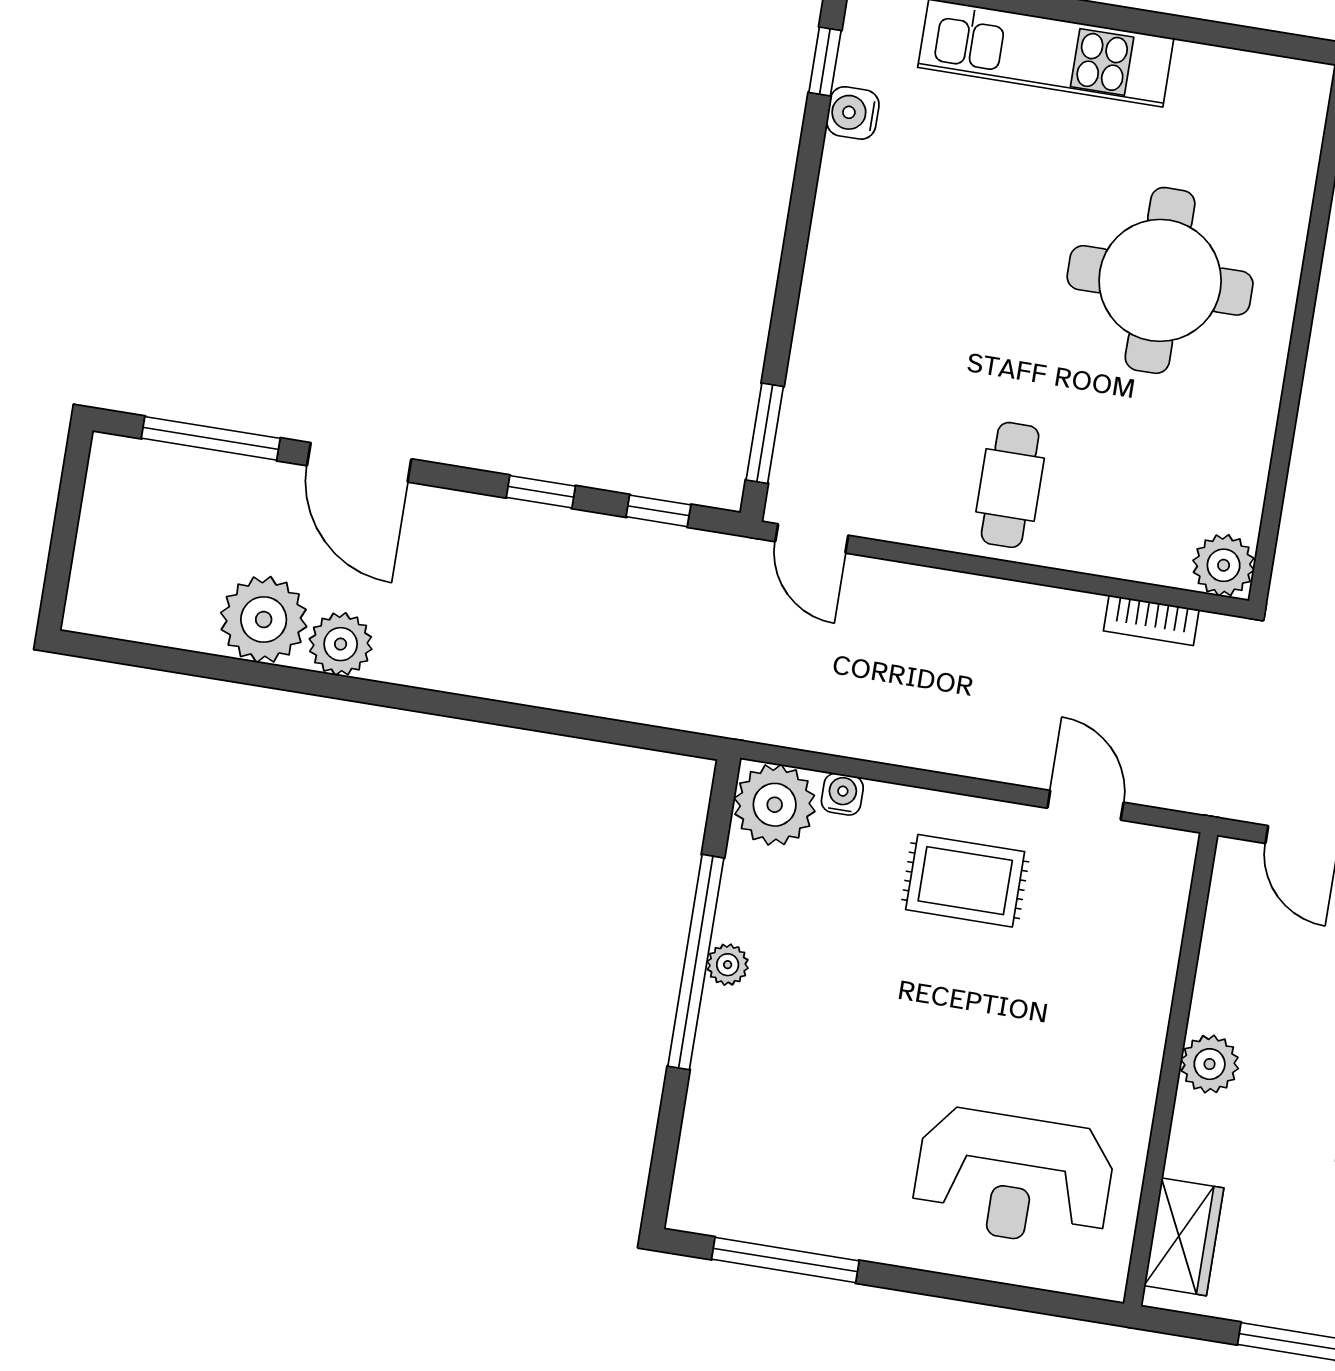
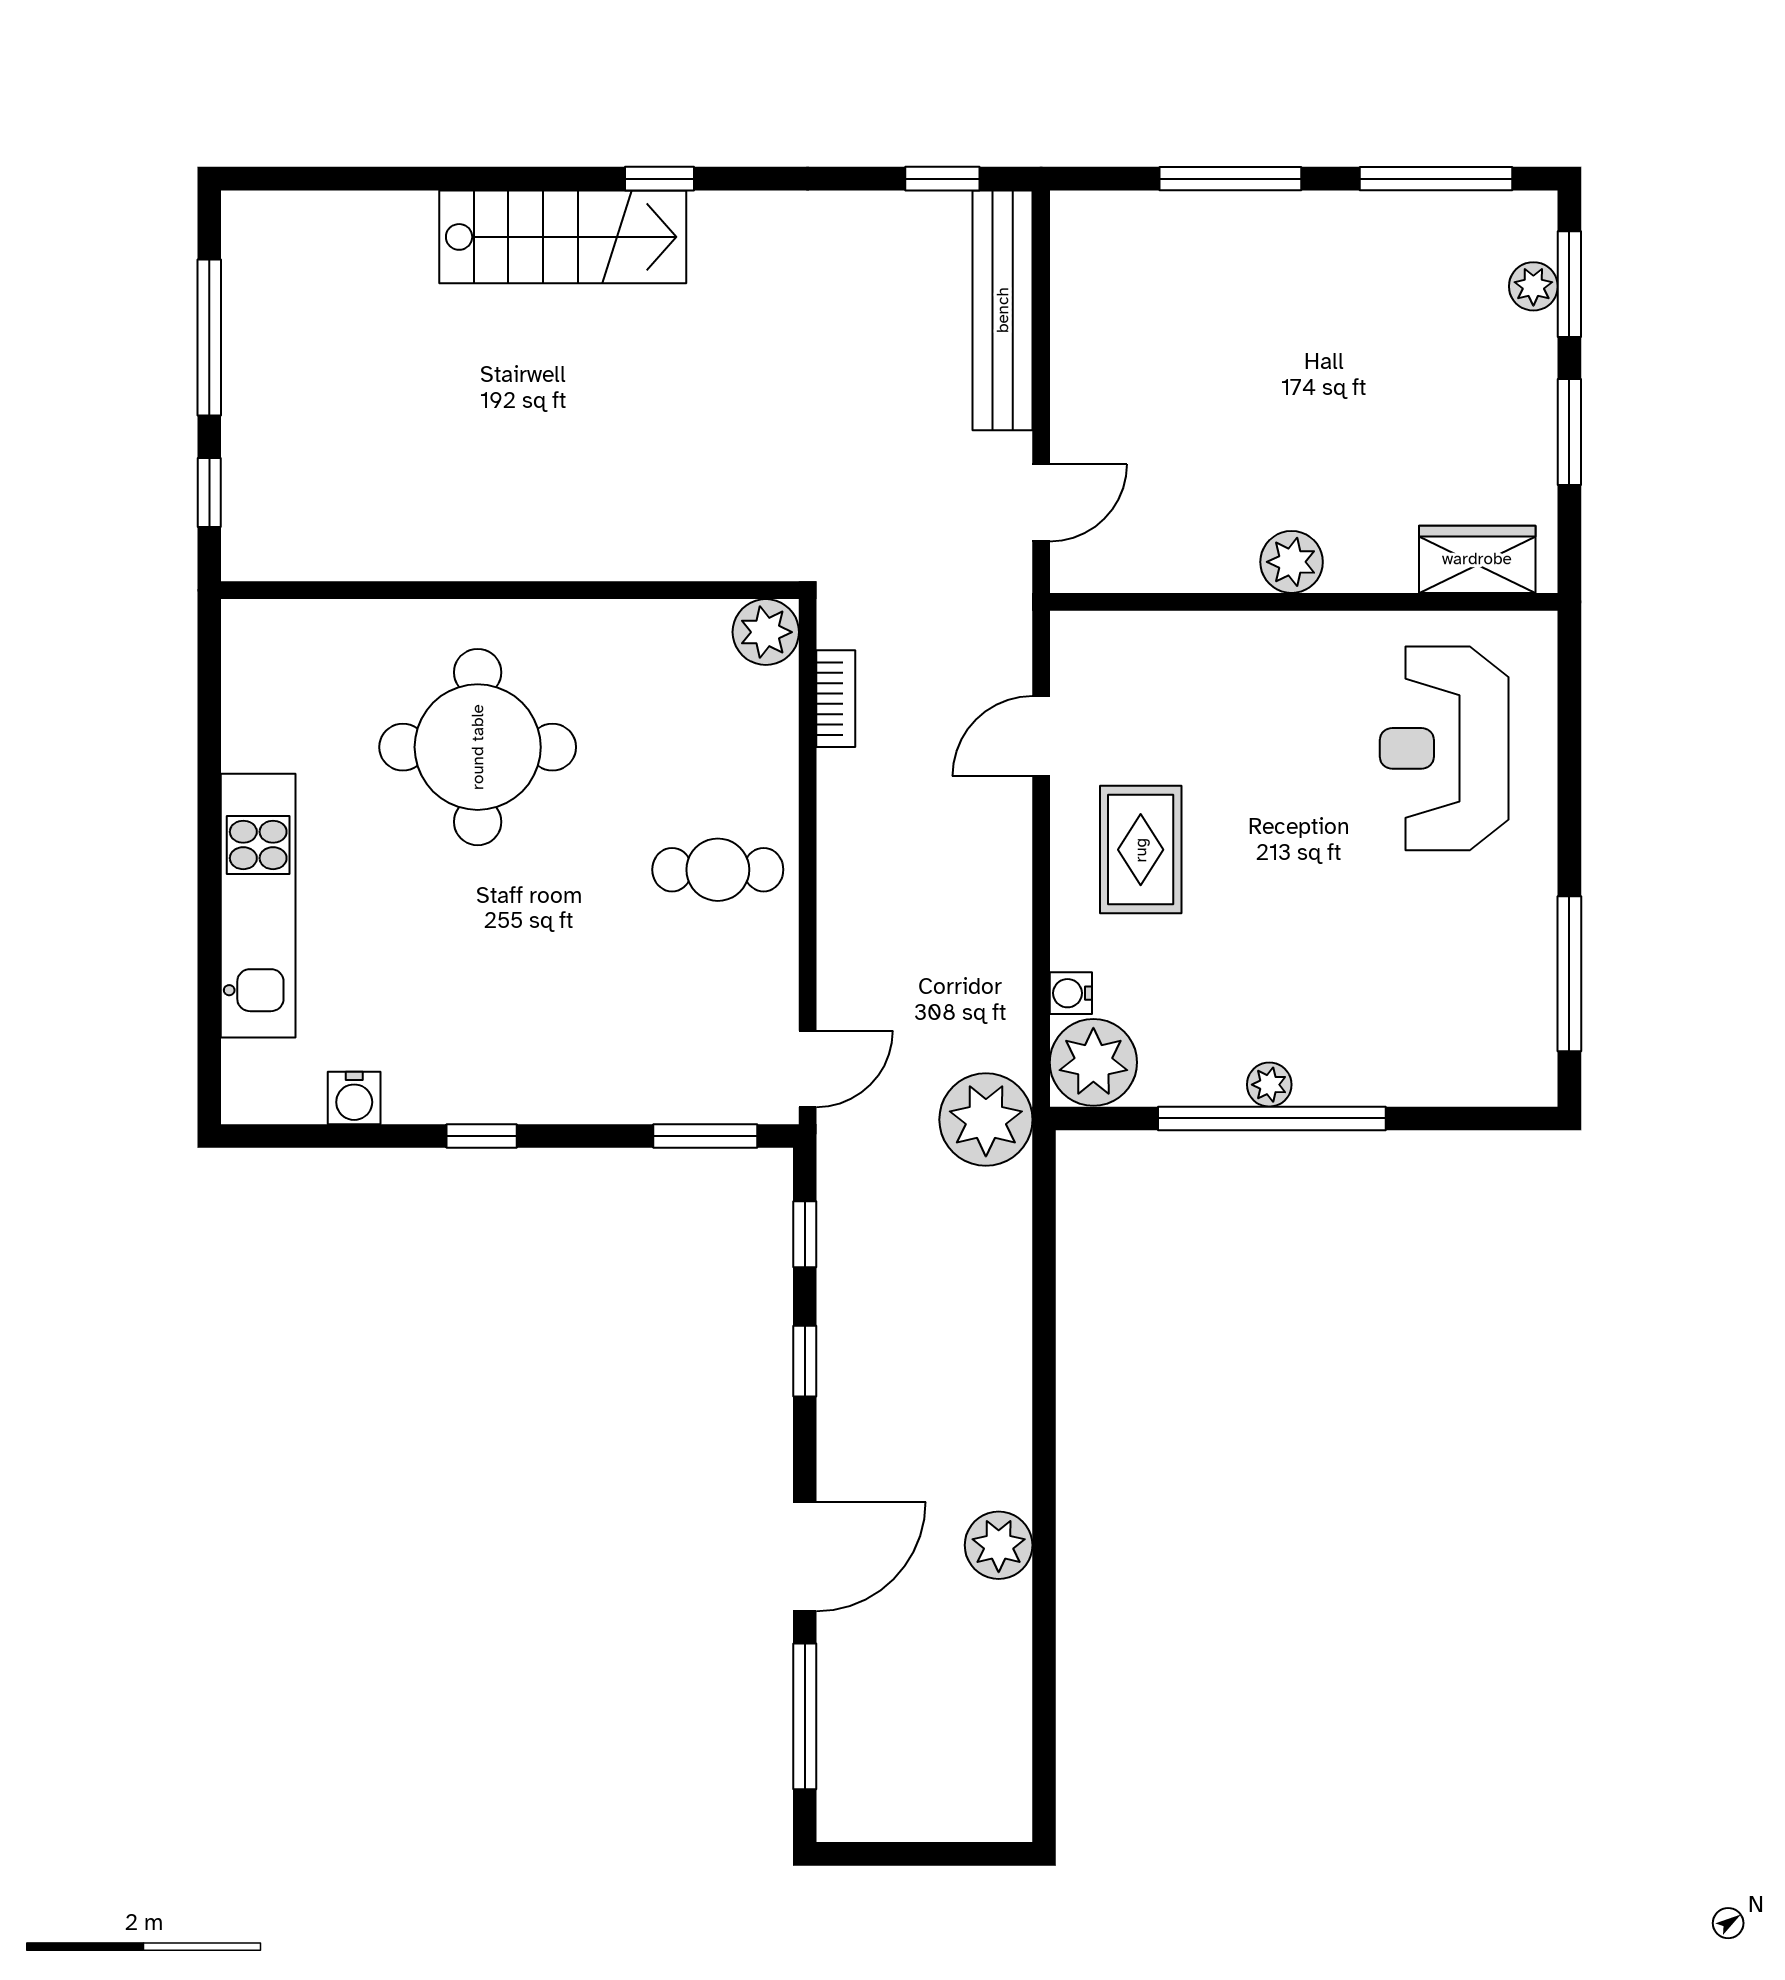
window: (825, 61) -> (482, 1136), moved
plant: (264, 620) -> (986, 1120), moved
reception desk: (1014, 1178) -> (1444, 748), turned 180

